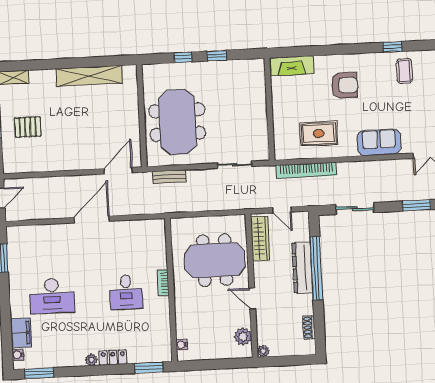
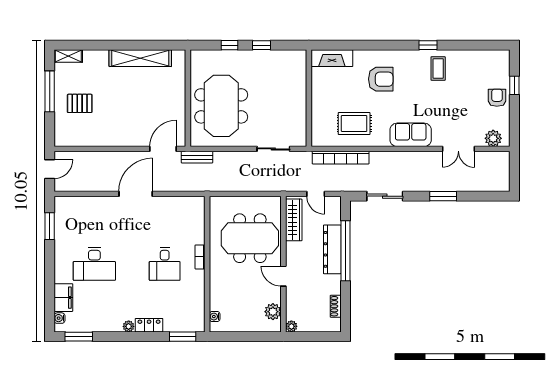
bench: (169, 177) -> (197, 157), moved

